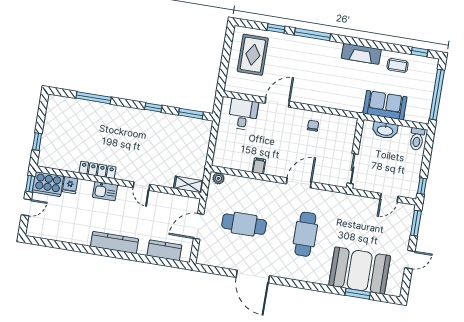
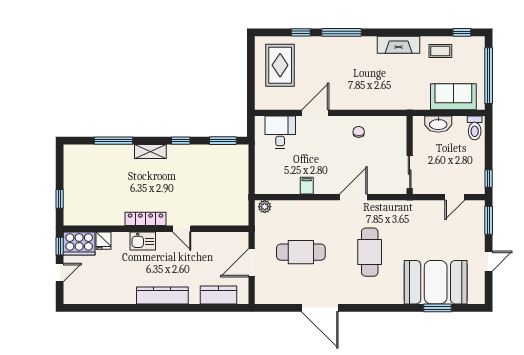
sofa: (385, 105) -> (453, 97), moved
locker: (97, 170) -> (146, 219), moved
shelving: (188, 185) -> (150, 151), moved

